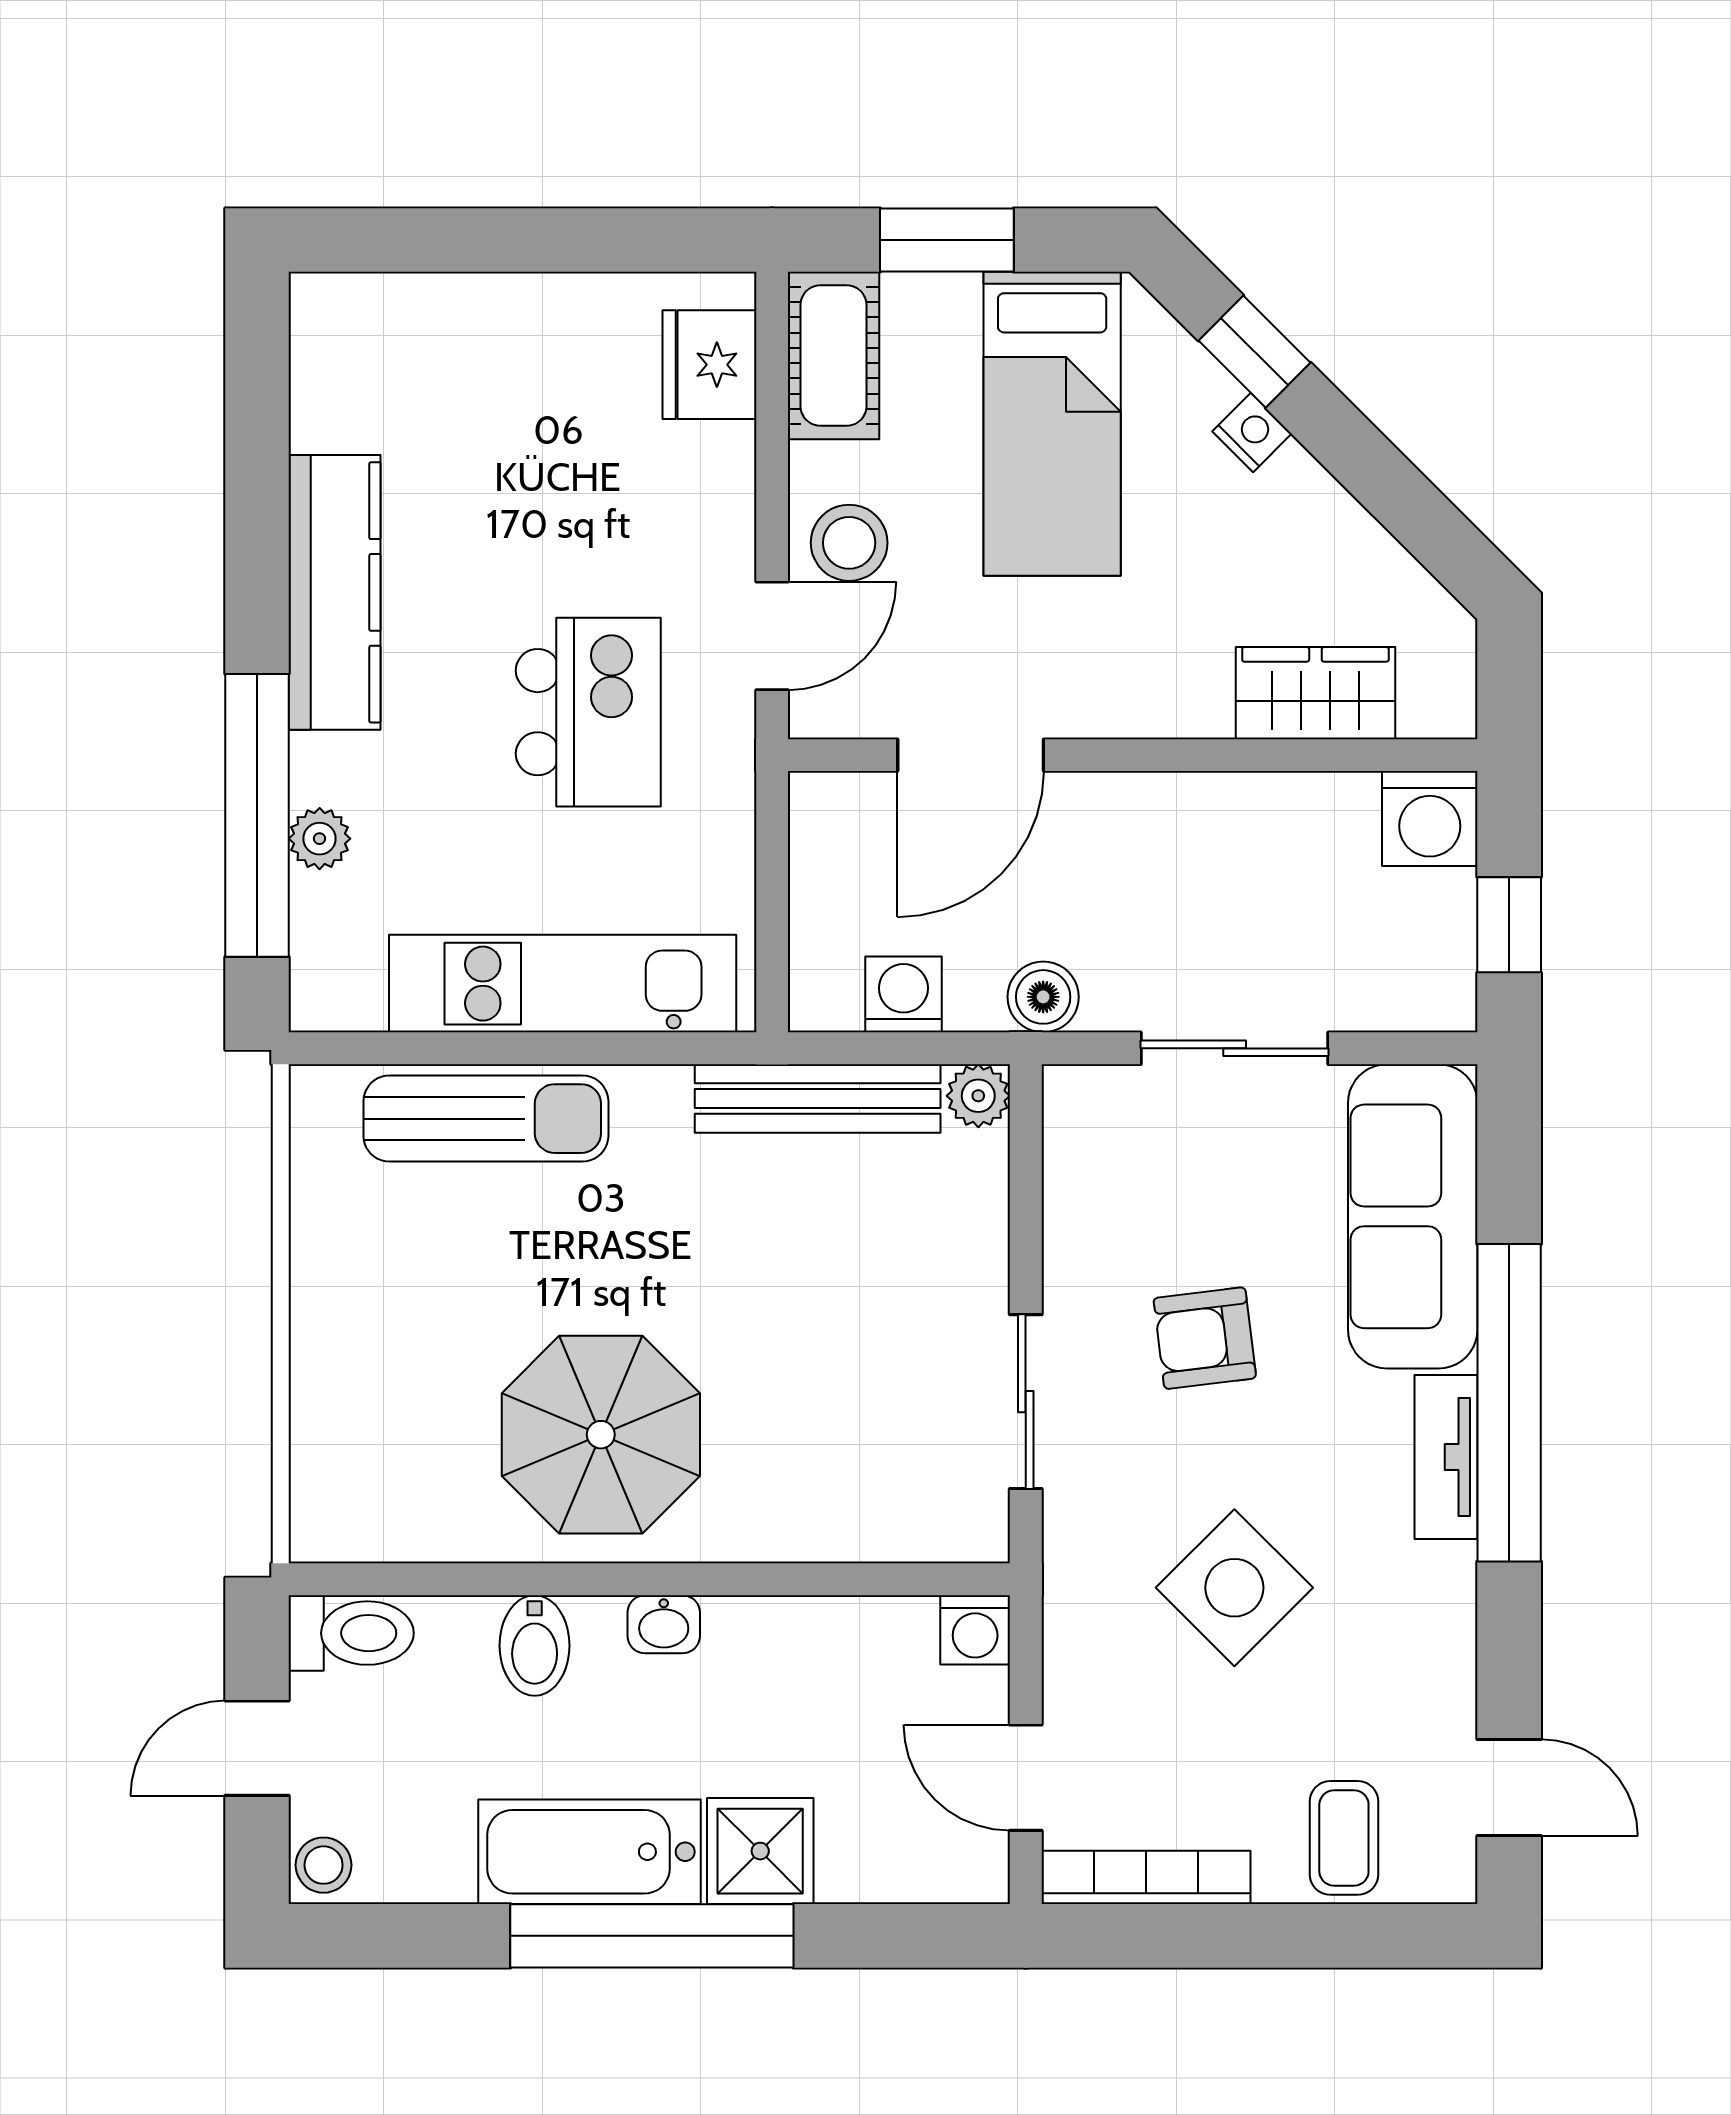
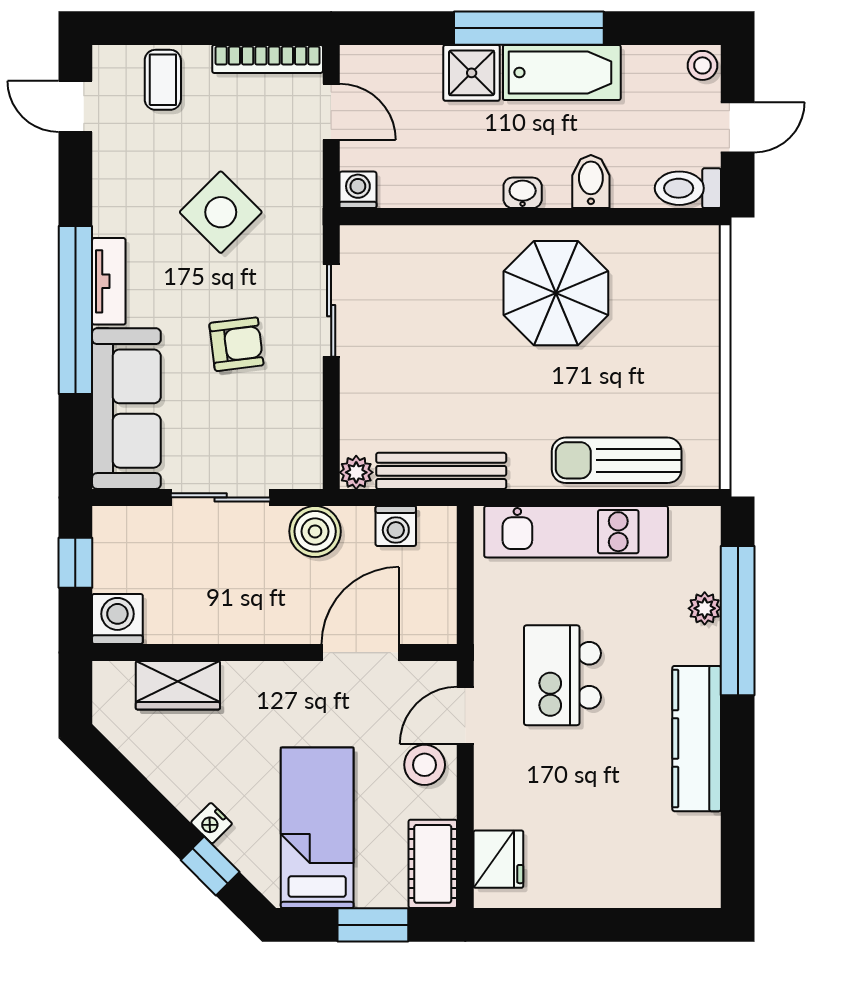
boiler: (1043, 997) -> (315, 531), width x1.36, depth x1.36

